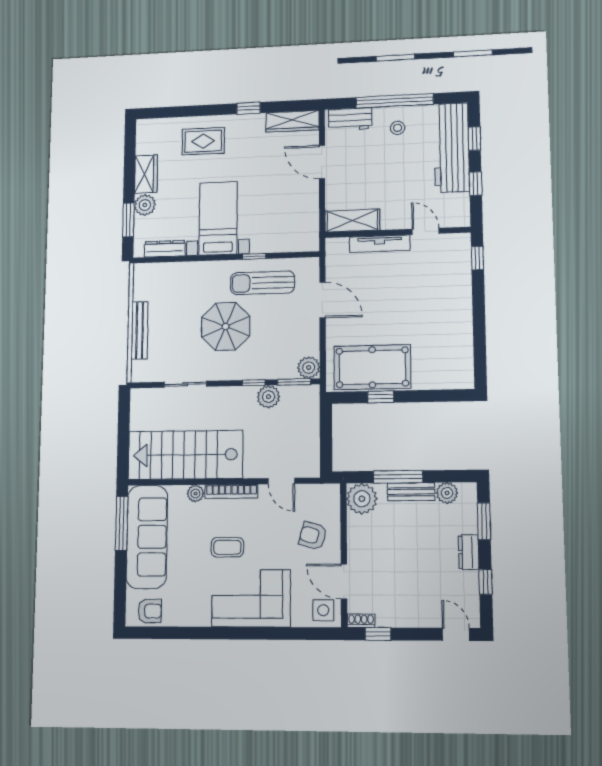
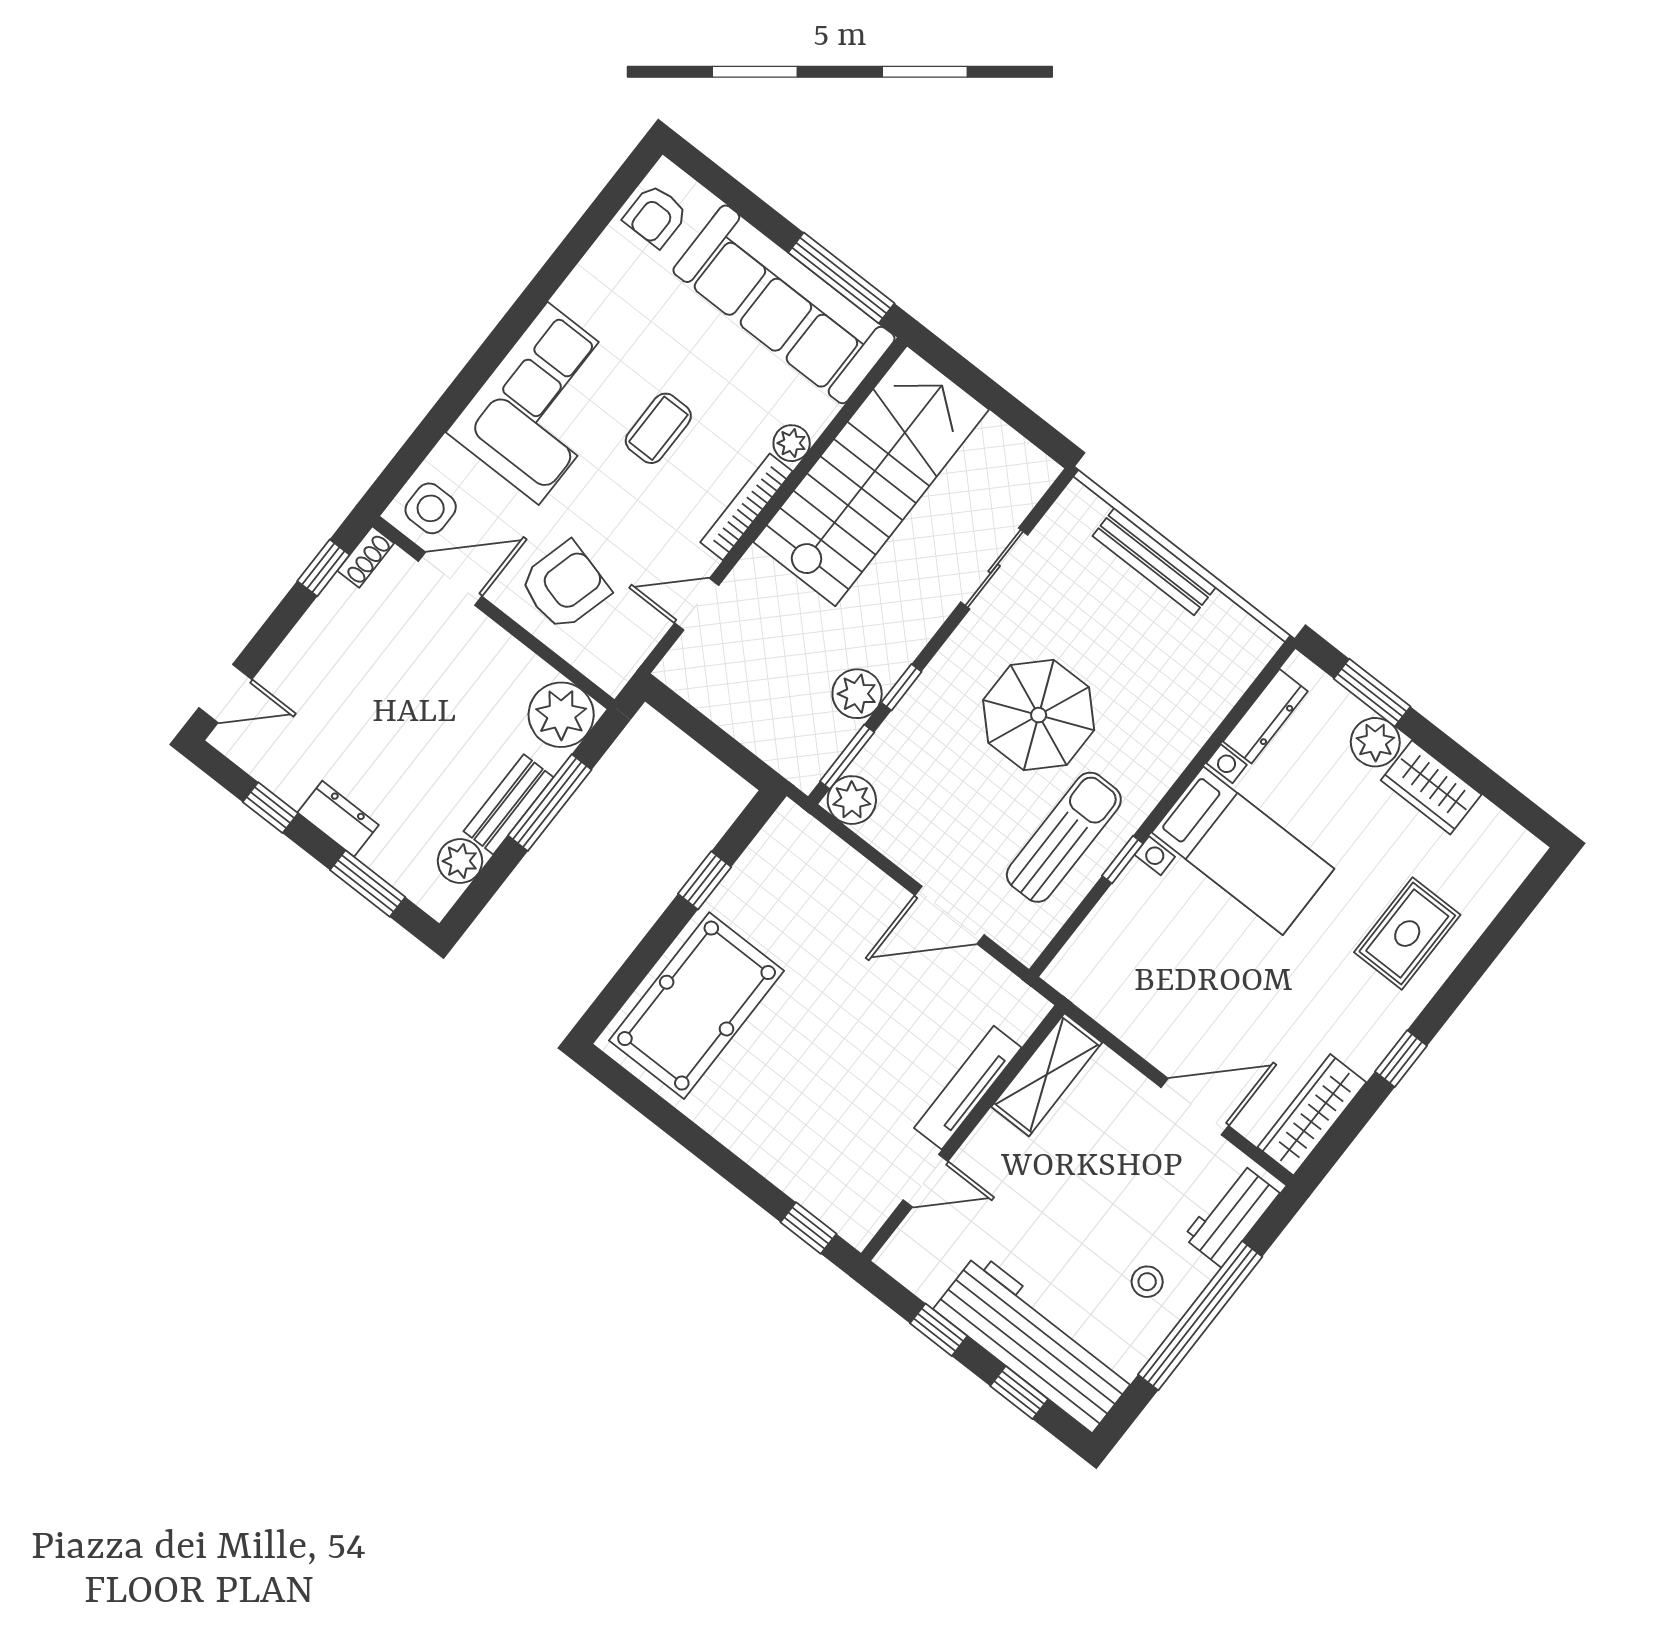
pool table: (372, 367) -> (697, 1006), moved
armchair: (313, 536) -> (565, 586), width x1.38, depth x1.38

